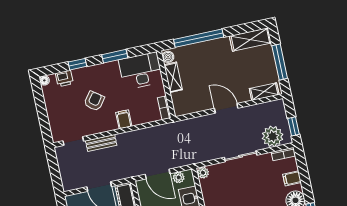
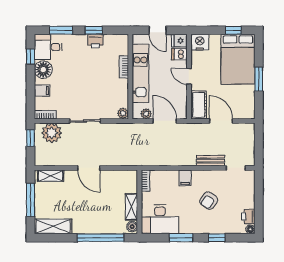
printer: (64, 78) -> (248, 216), moved, turned -90

